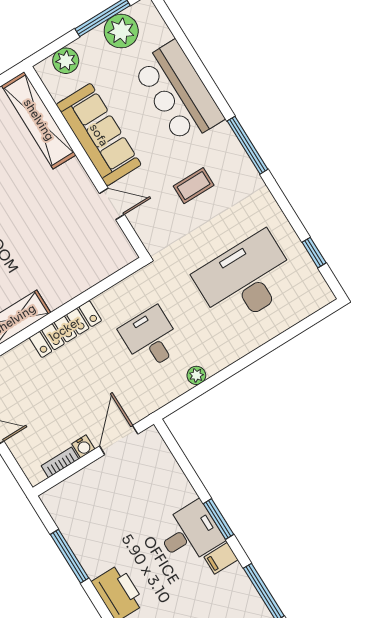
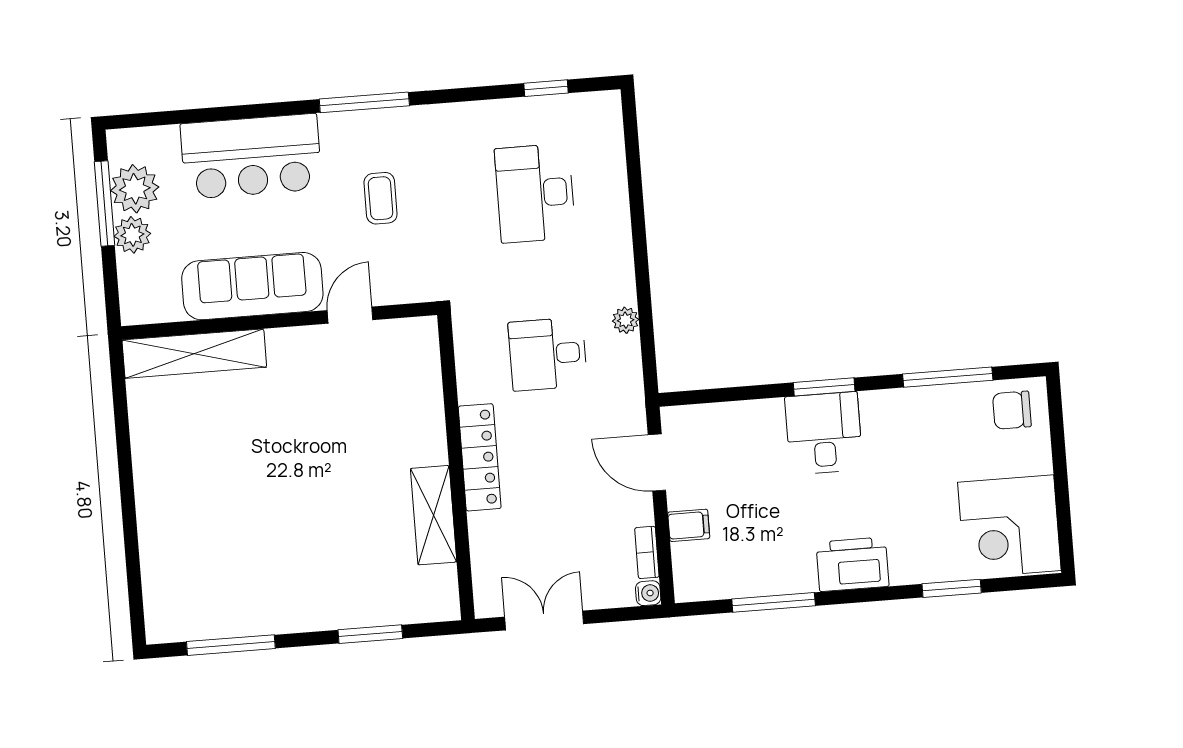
plant: (66, 61) -> (132, 235), moved
desk: (246, 279) -> (535, 193), width x0.73, depth x0.77
water cooler: (83, 446) -> (648, 593), moved
filing cabinet: (221, 558) -> (689, 525), moved, turned -90

